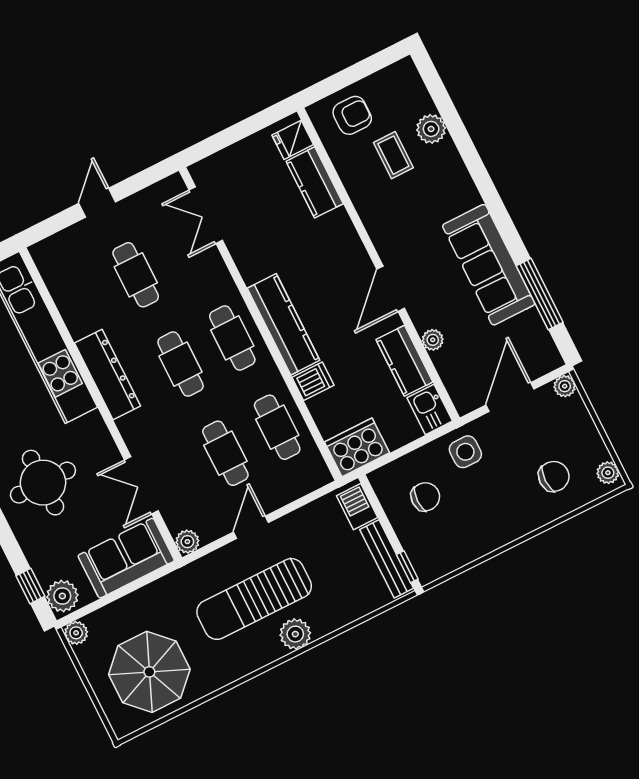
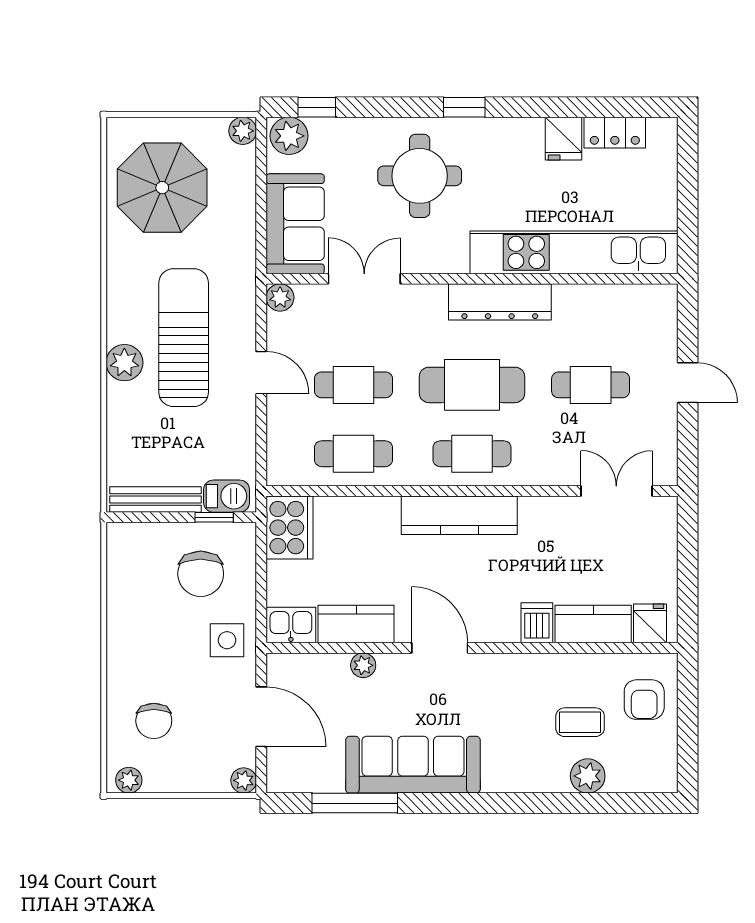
cafe table: (181, 364) -> (472, 385), width x1.37, depth x1.35
dishwasher: (313, 381) -> (537, 623), moved, turned 180
chair: (425, 497) -> (201, 574), width x1.37, depth x1.37
window: (407, 567) -> (214, 517), moved

